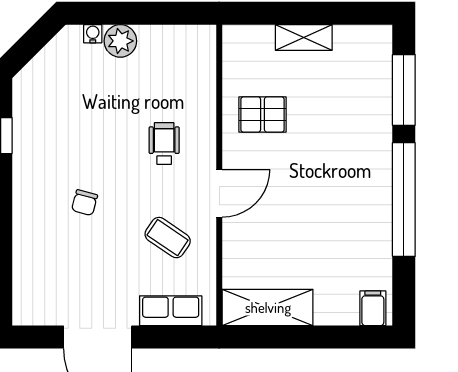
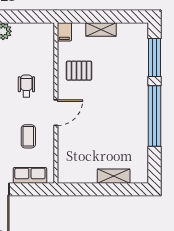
coffee table: (168, 238) -> (28, 136), turned 56
shelving: (268, 307) -> (114, 176), moved, width x0.67, depth x0.75
filing cabinet: (373, 308) -> (64, 32), moved, turned 180

